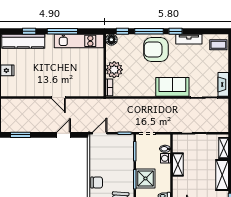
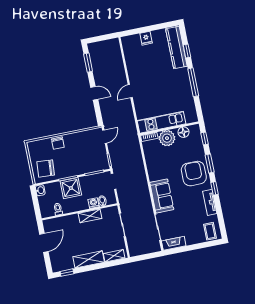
window: (149, 31) -> (210, 164), width x0.69
floor lamp: (111, 40) -> (183, 132), moved
kitchen unit: (79, 41) -> (162, 122), moved, turned 90
door: (100, 133) -> (105, 137), hinge flipped
door: (64, 135) -> (94, 93), moved

